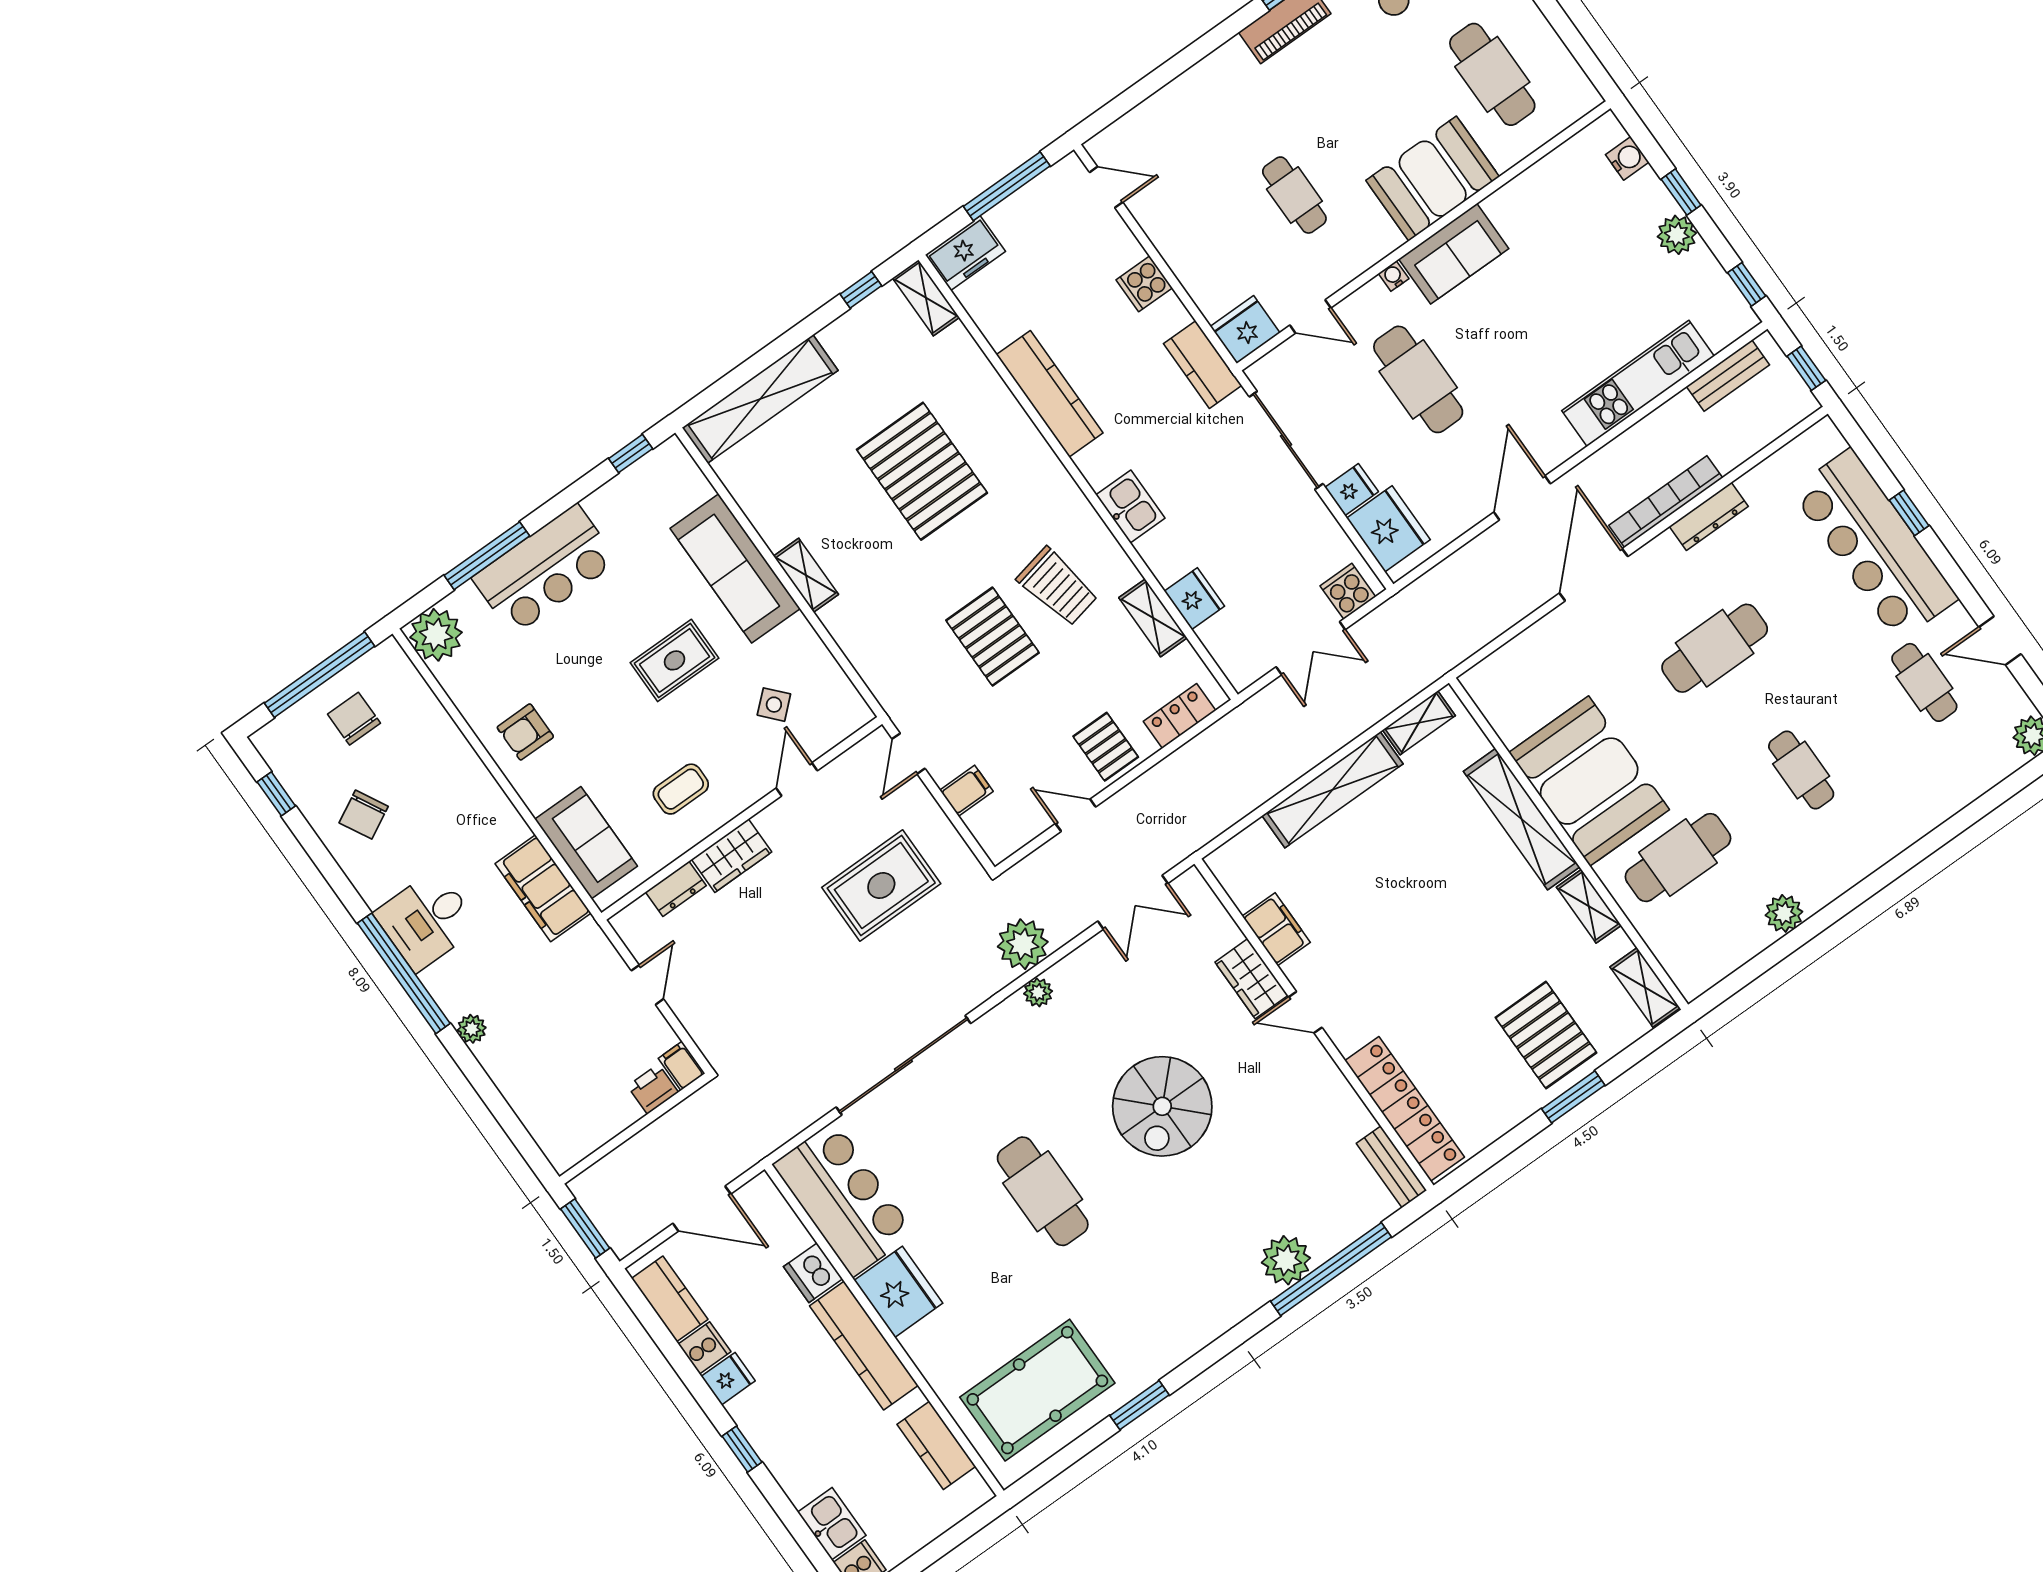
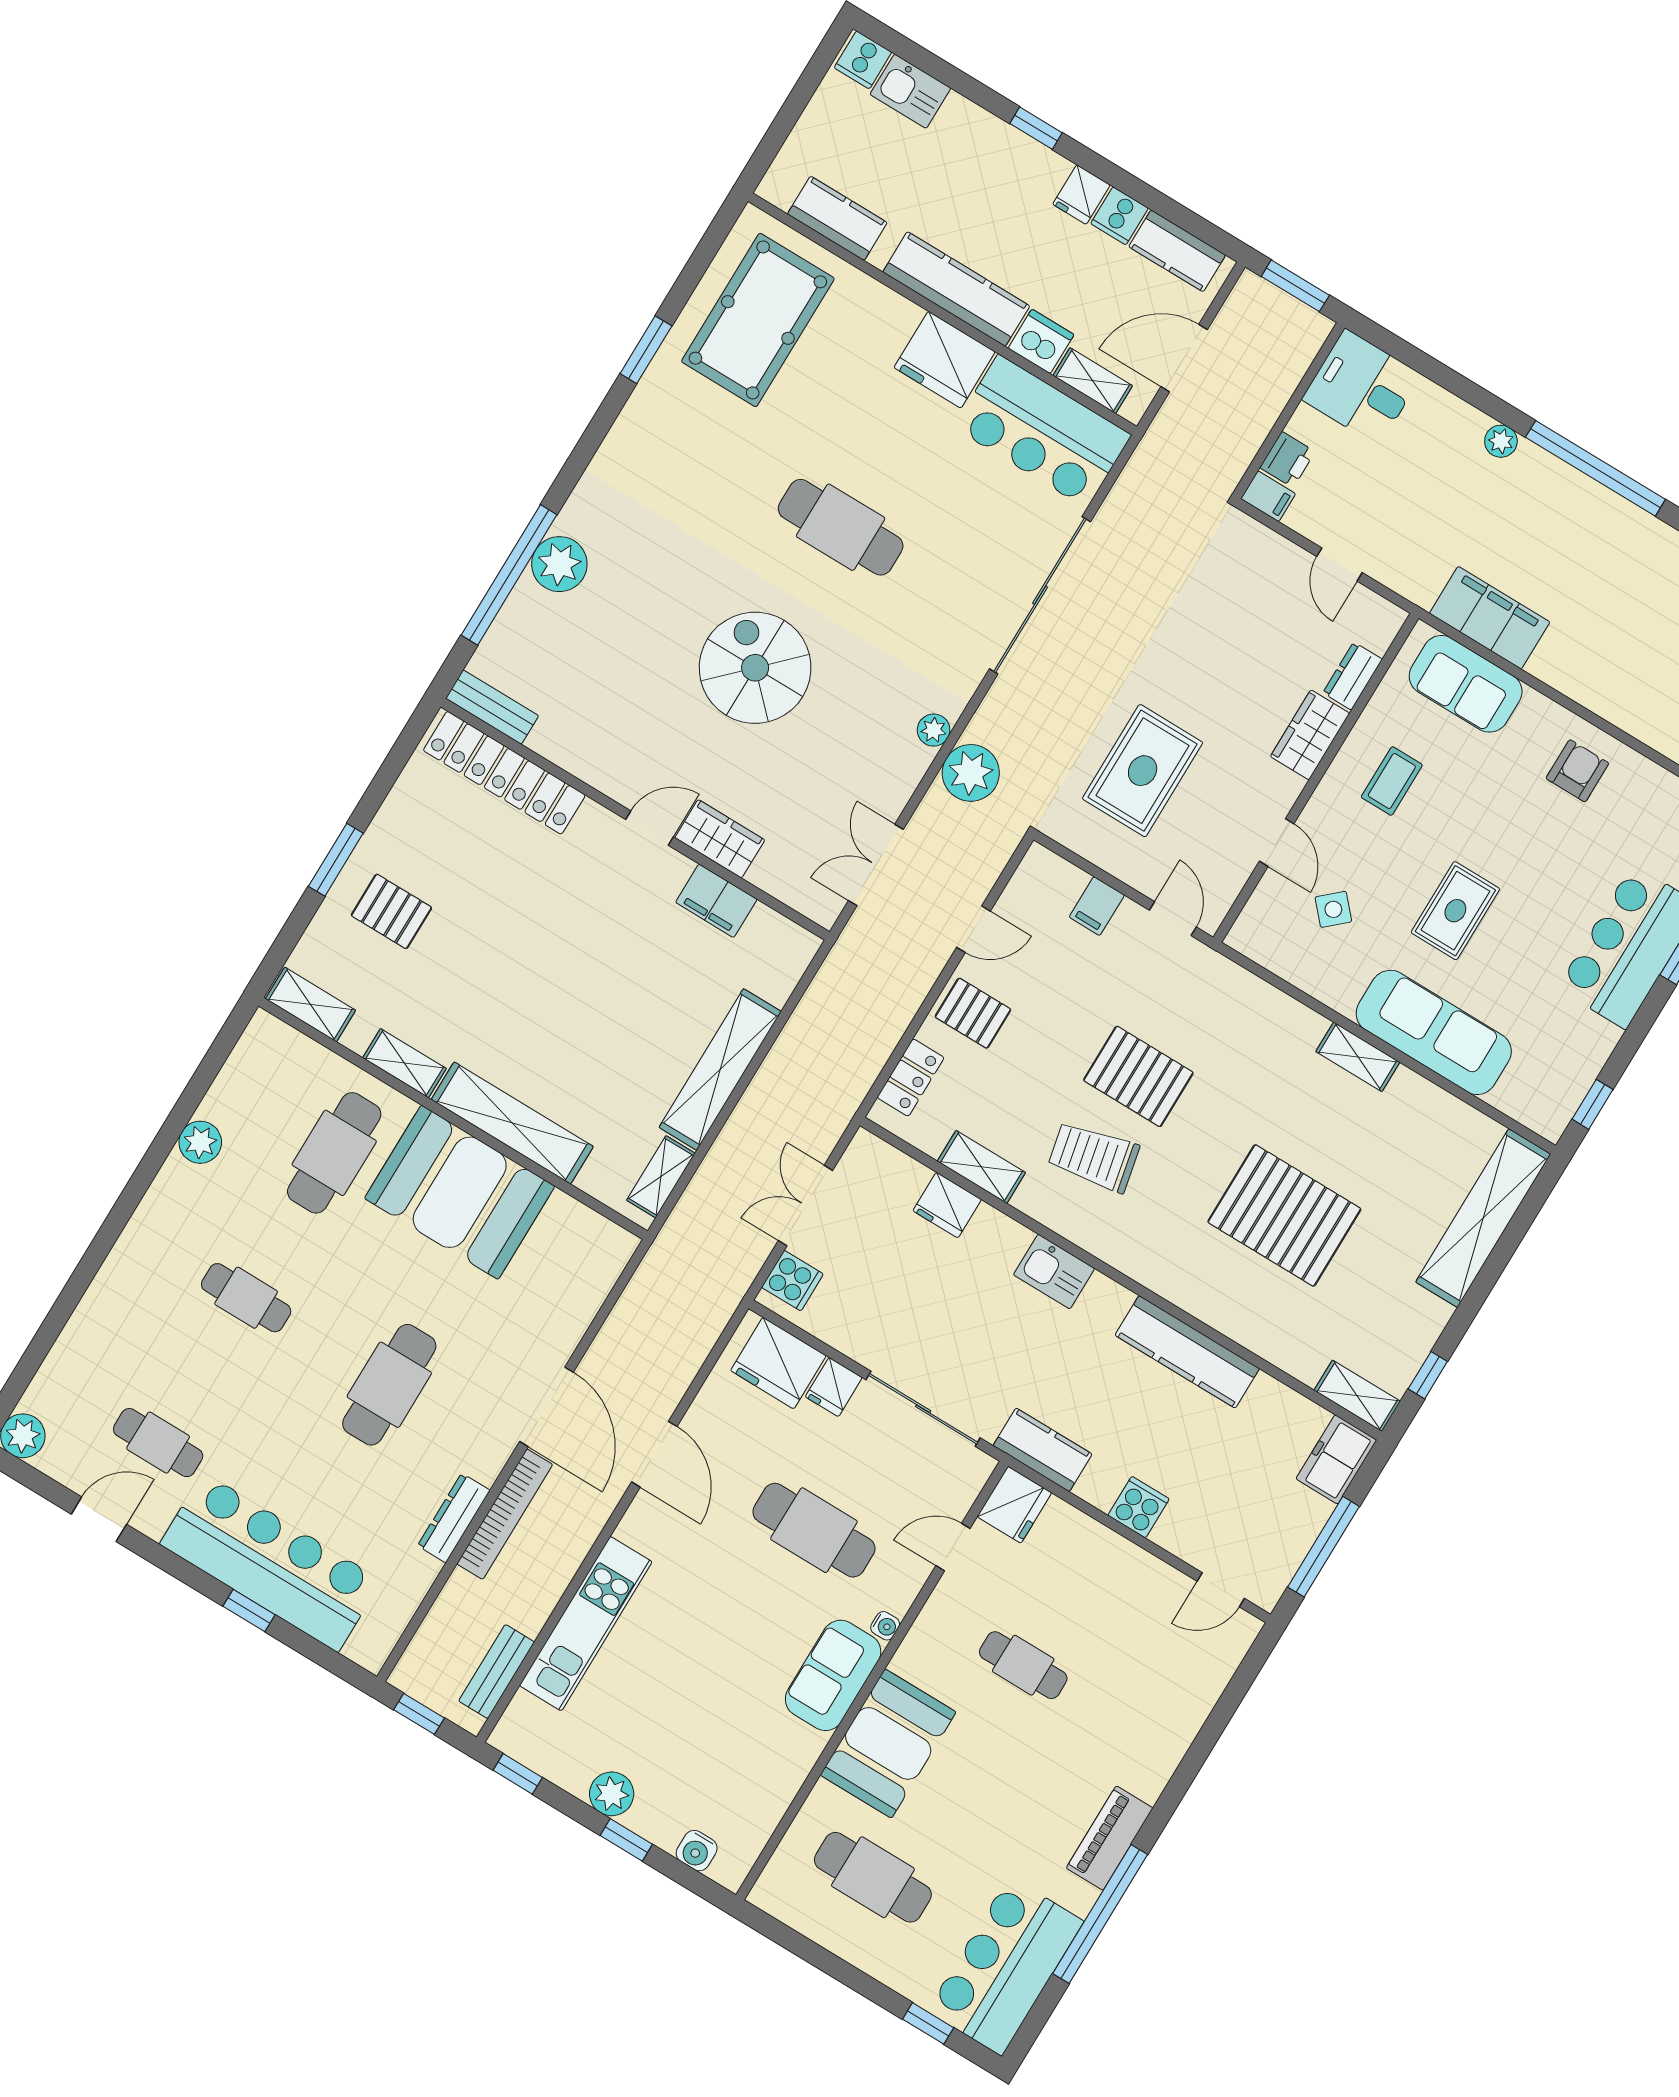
desk: (427, 920) -> (1362, 387), moved, turned -90
pallet: (1546, 1035) -> (391, 911), width x0.67, depth x0.71
shelving: (785, 1222) -> (1093, 381), added

